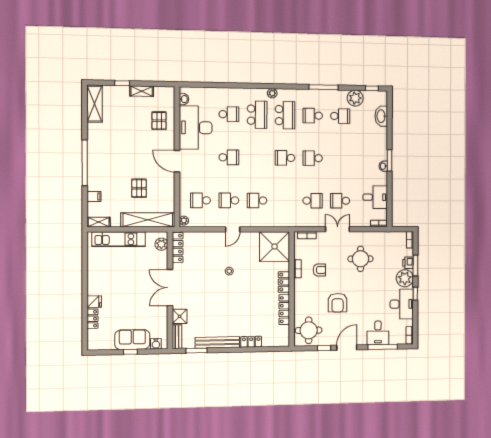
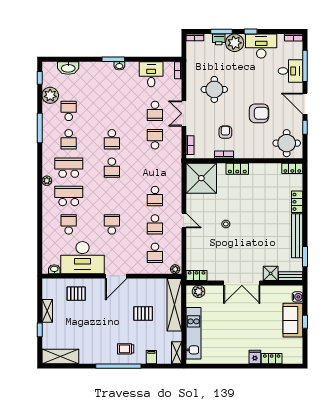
trolley: (103, 170) -> (126, 349), added
locker: (178, 248) -> (197, 275), width x0.66
locker: (284, 310) -> (292, 168), moved, width x0.66

